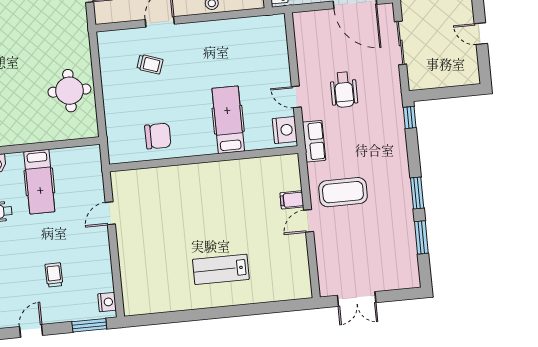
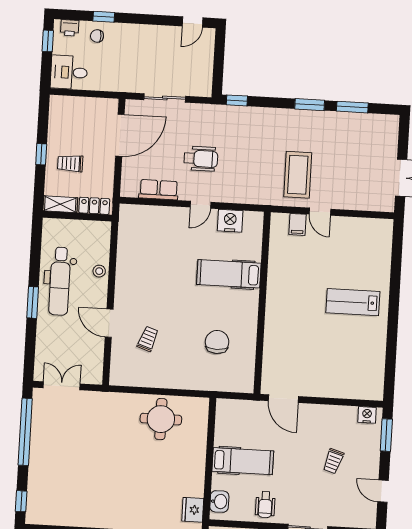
door: (481, 34) -> (193, 22), moved
hospital bed: (228, 120) -> (229, 274), moved
row of seats: (314, 141) -> (159, 190), moved
wall: (204, 159) -> (262, 303), moved
door: (110, 213) -> (283, 399), width x1.38
lab bench: (221, 269) -> (353, 302), turned 90
trolley: (54, 275) -> (333, 461), turned -72

